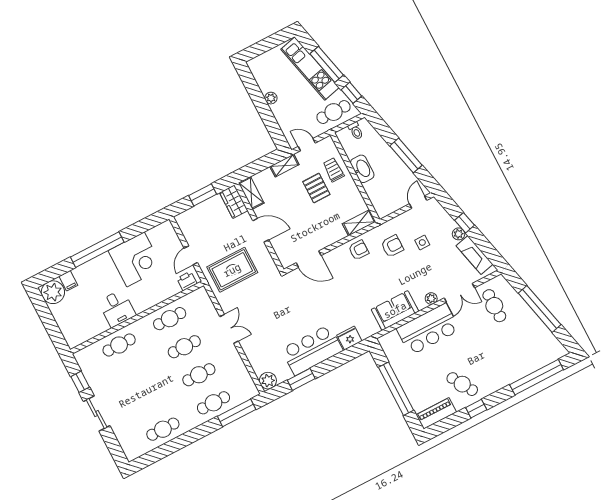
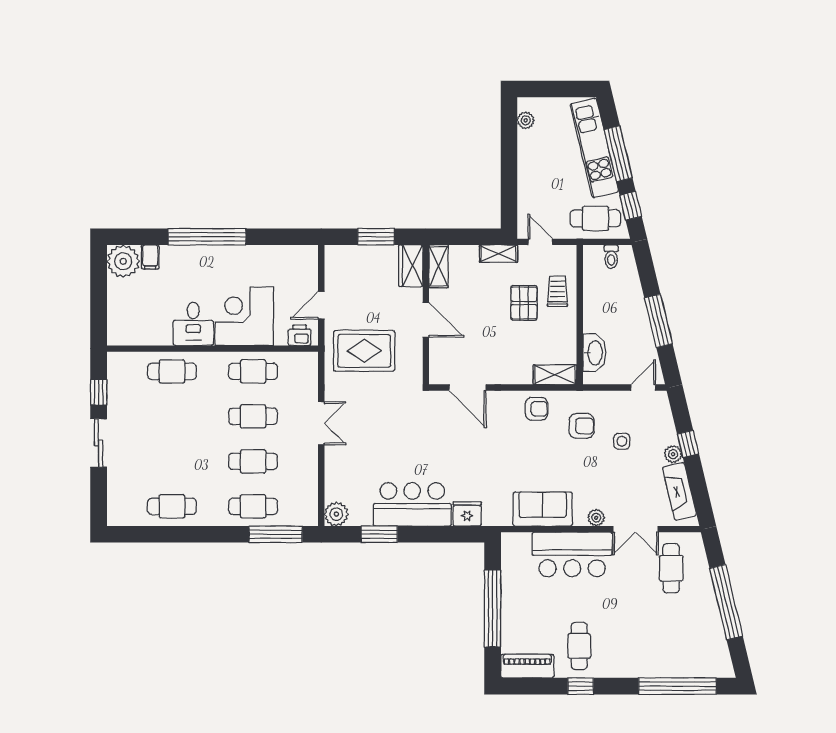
plant: (271, 98) -> (526, 120), moved
washbasin: (362, 169) -> (594, 353), moved
corner desk: (135, 259) -> (244, 316), moved, turned 180
cafe table: (462, 384) -> (579, 646), turned 31

